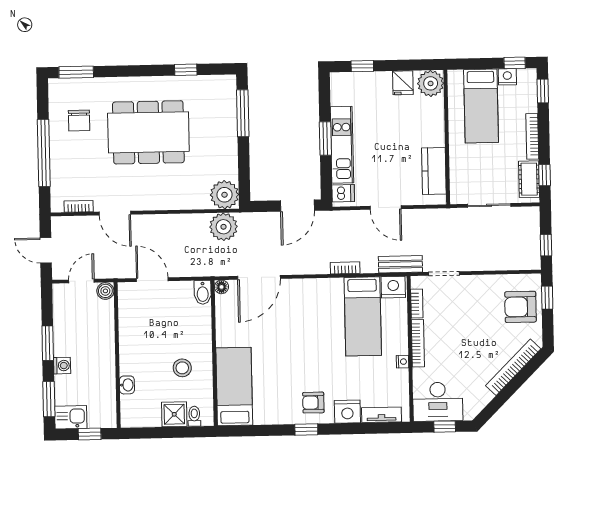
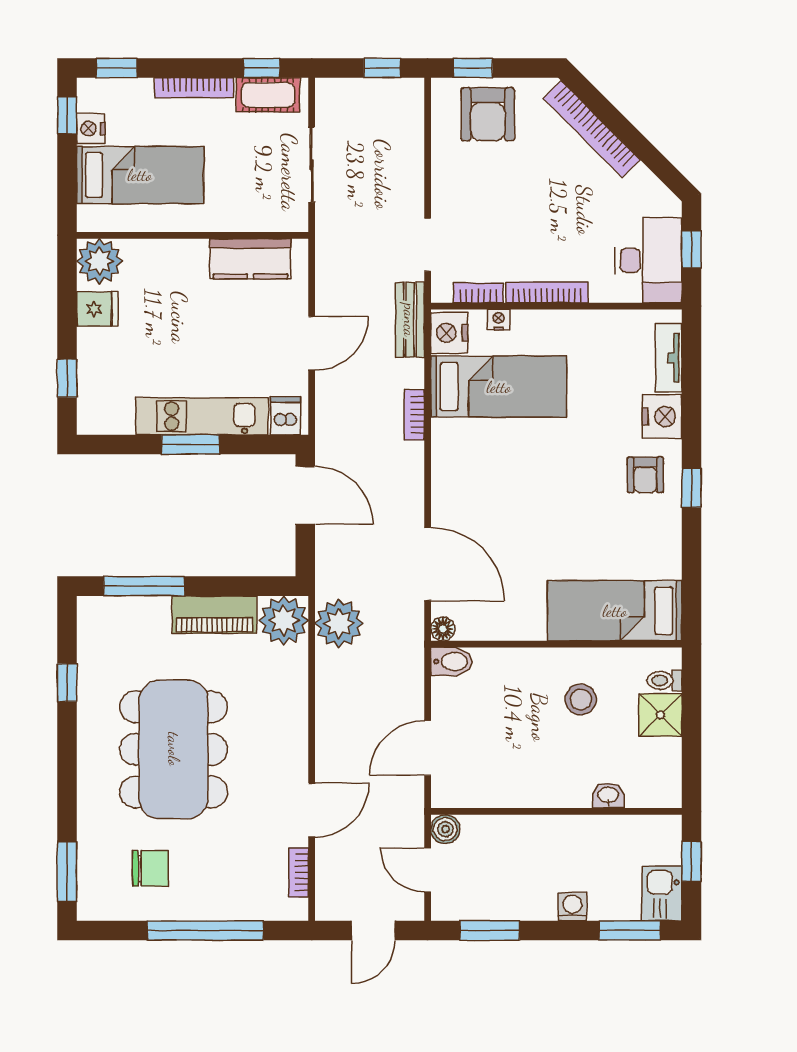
piano: (227, 154) -> (214, 615), added
window: (48, 343) -> (490, 930), moved
nightstand: (402, 362) -> (499, 320), moved

